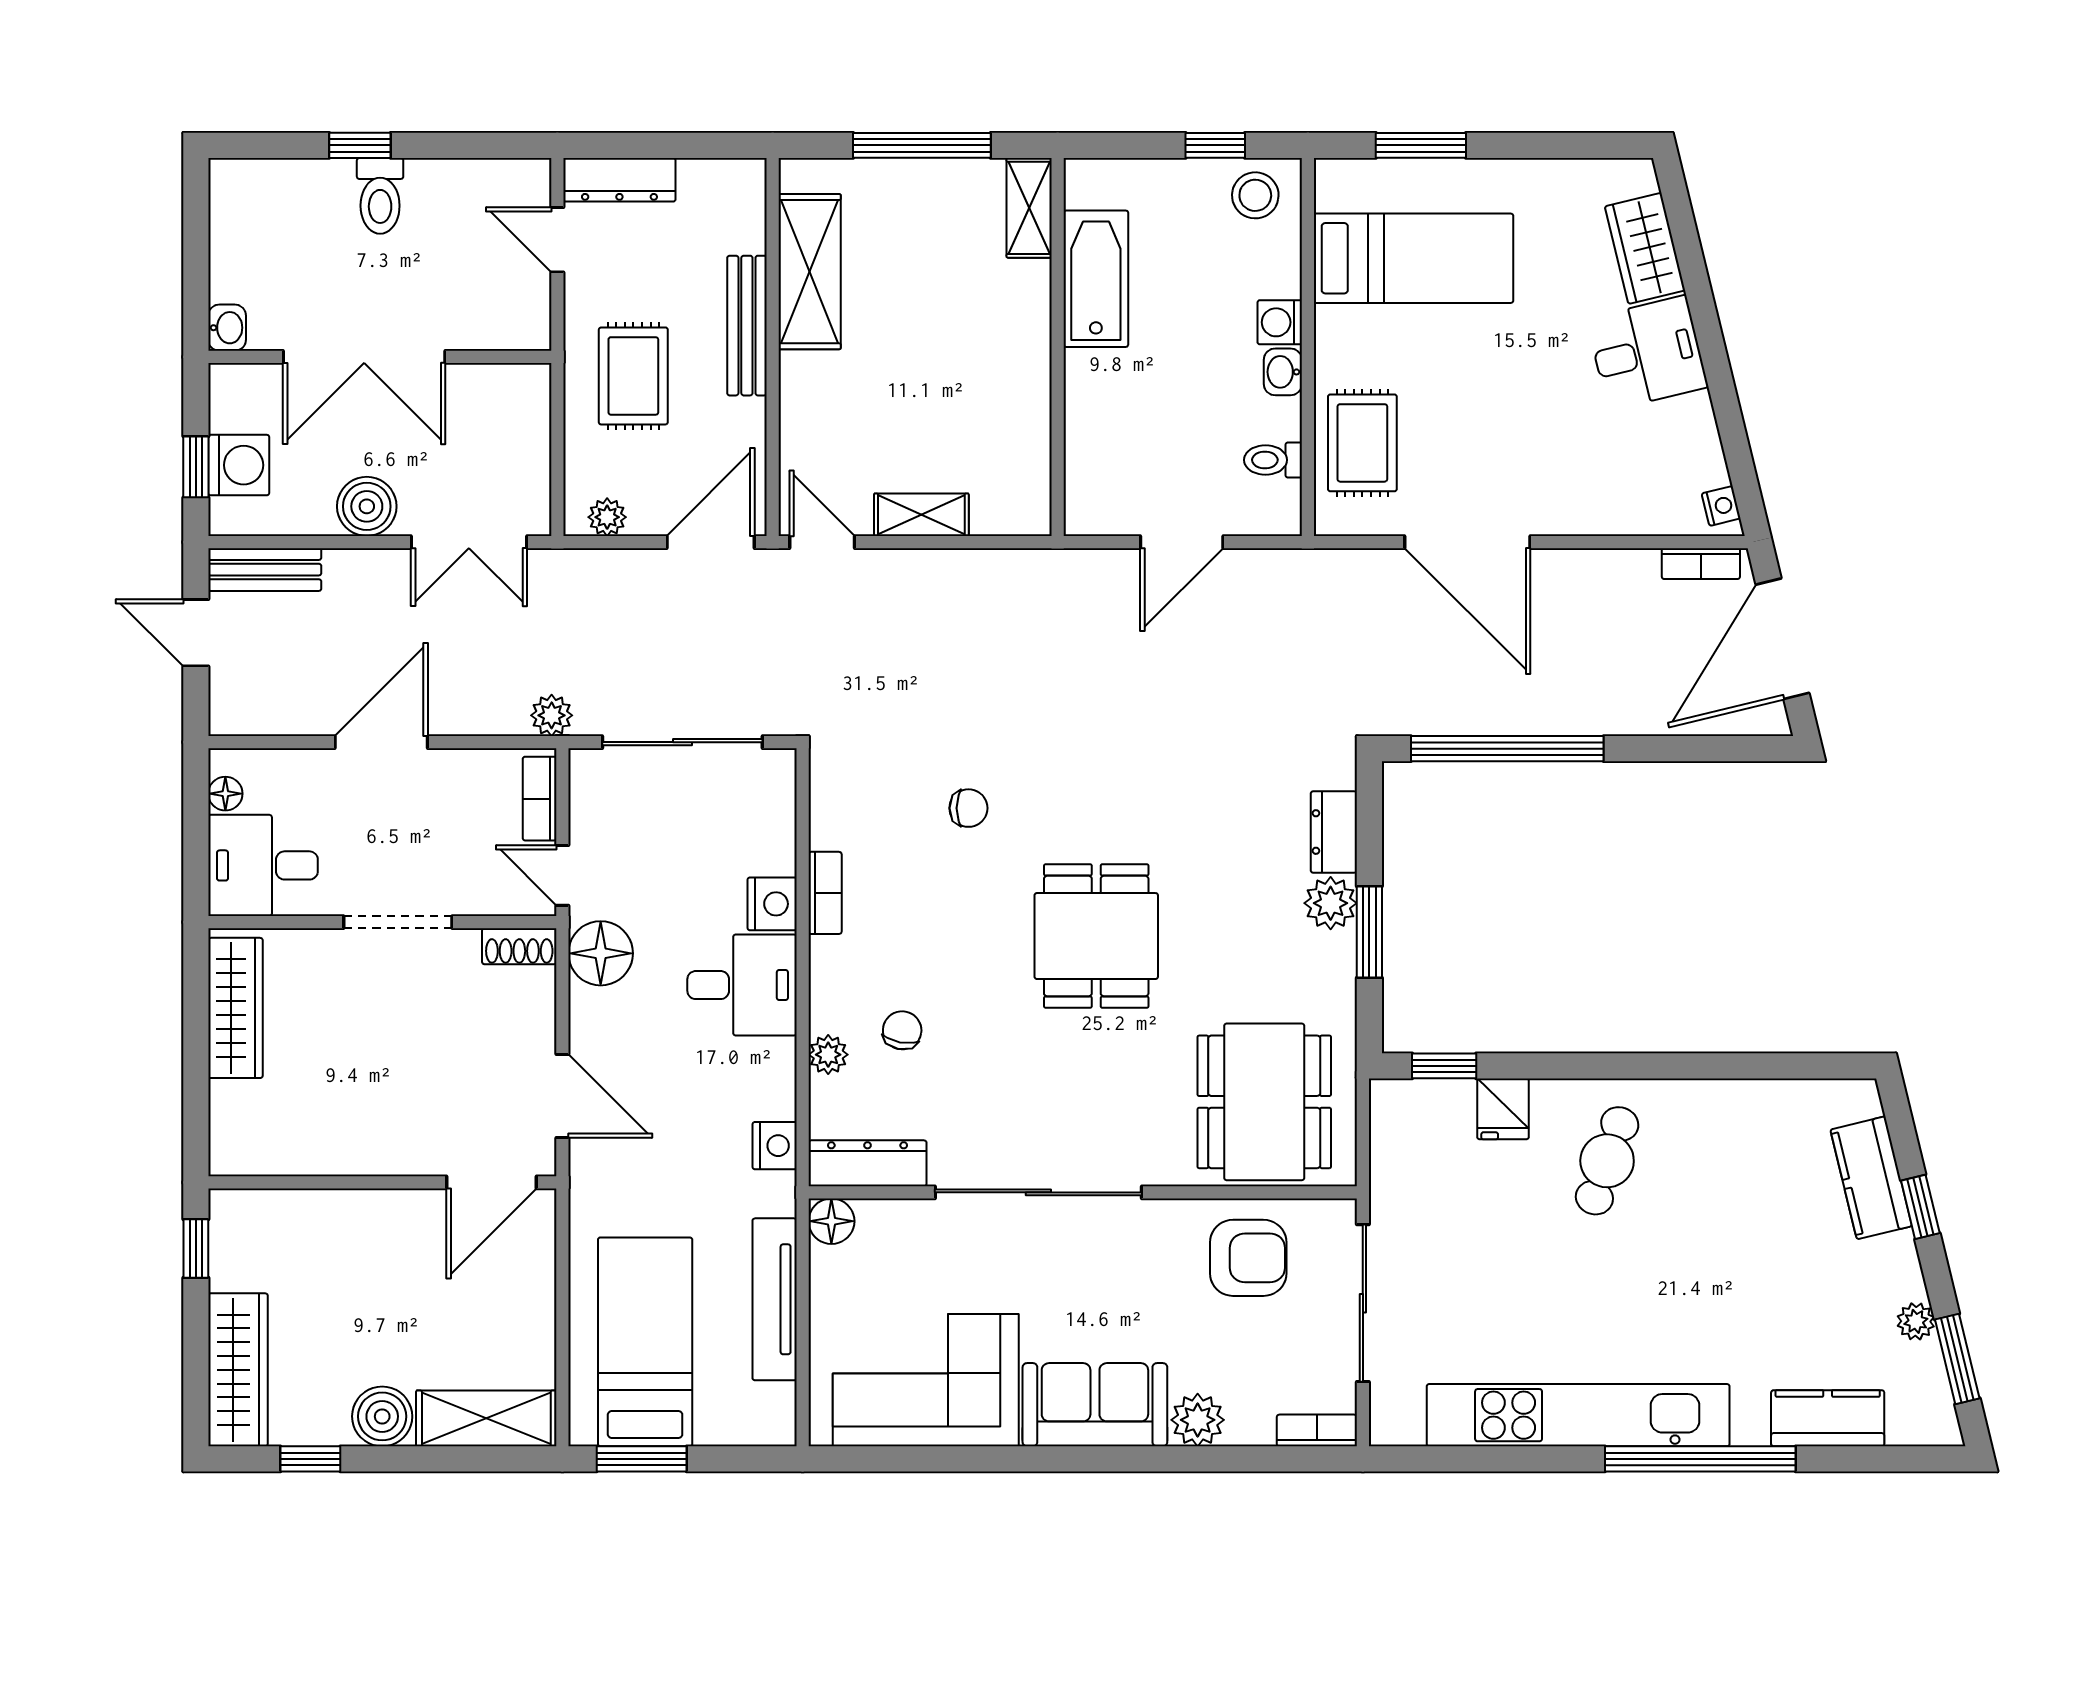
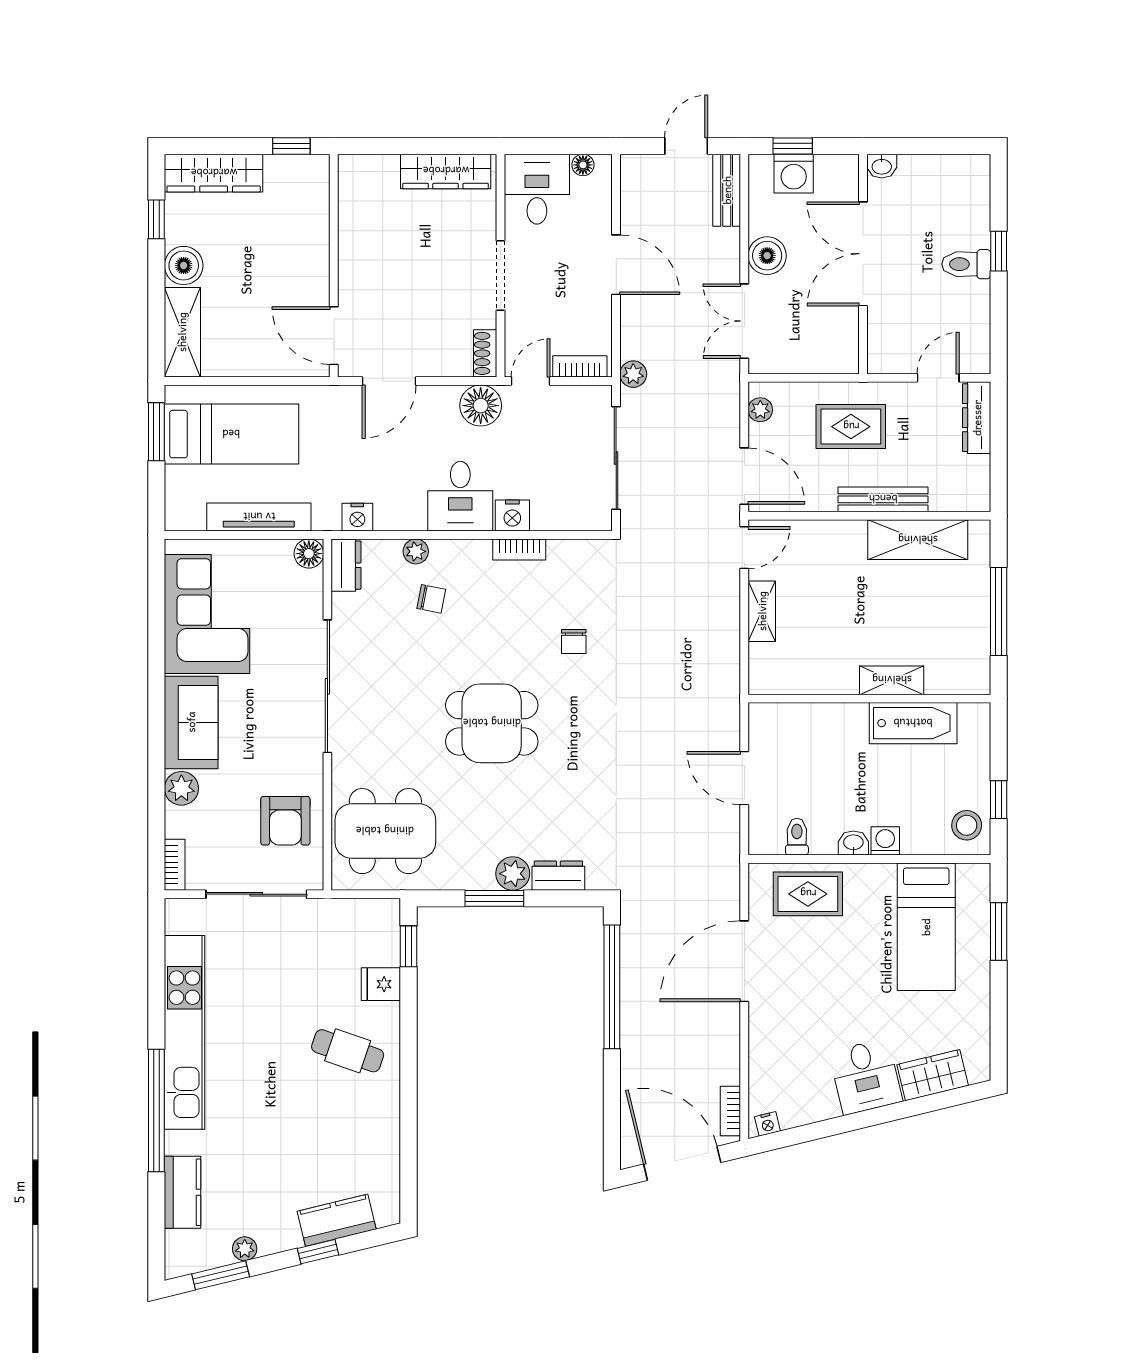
shelving: (1029, 208) -> (892, 680), moved
dresser: (867, 1163) -> (346, 565), width x0.70

